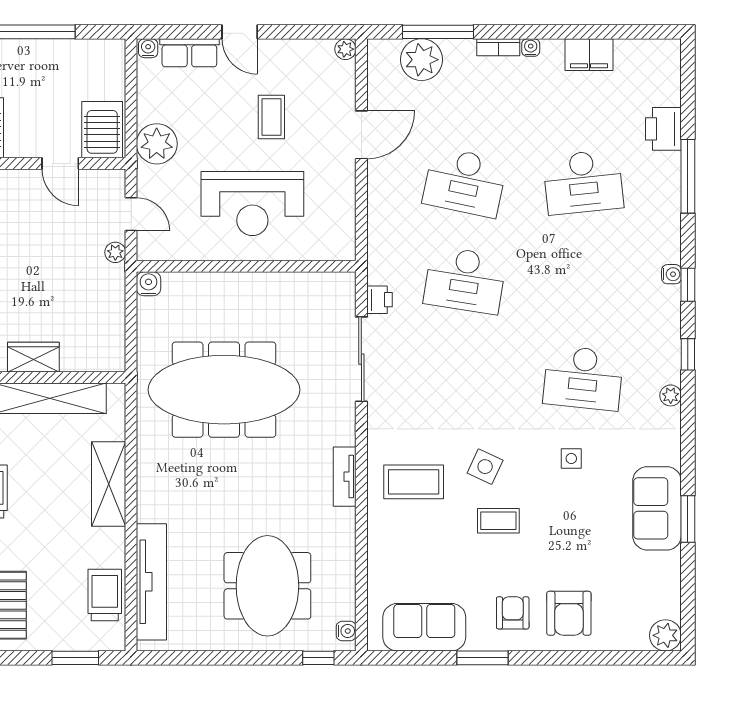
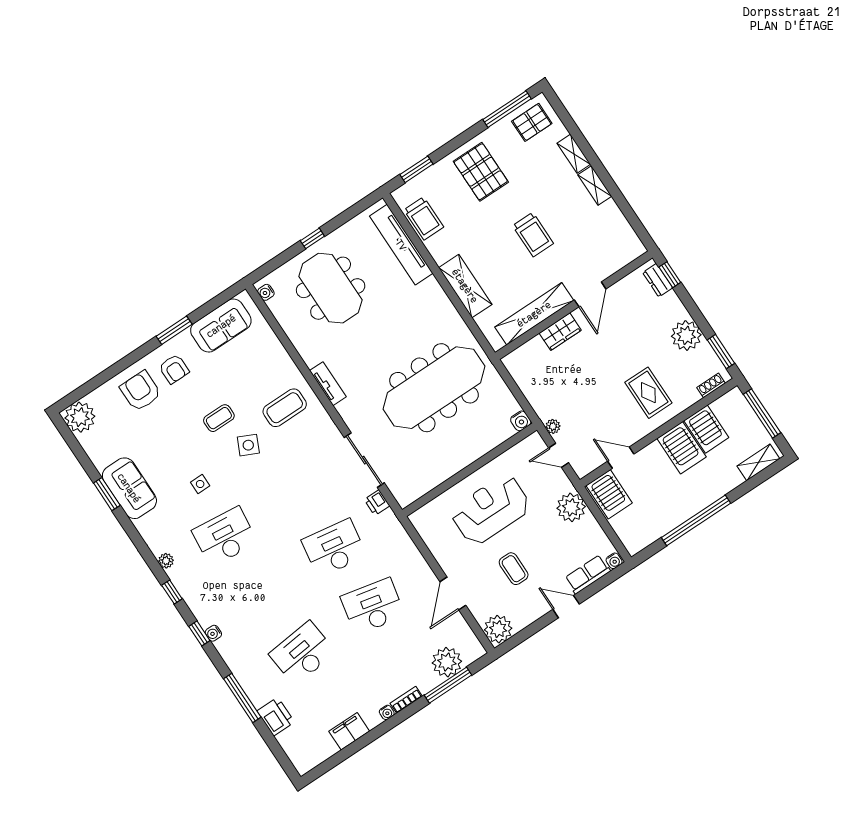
plant: (345, 49) -> (498, 629), width x1.88, depth x1.88
plant: (665, 635) -> (80, 417), width x1.36, depth x1.36
window: (318, 658) -> (312, 238), moved

